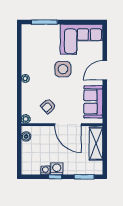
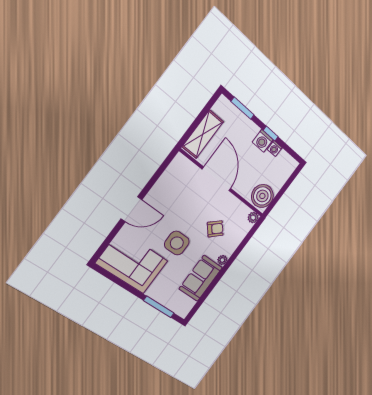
sofa: (93, 102) -> (201, 278), moved, turned 180
armchair: (48, 106) -> (215, 229), moved
boiler: (26, 136) -> (262, 196), width x1.86, depth x1.86

